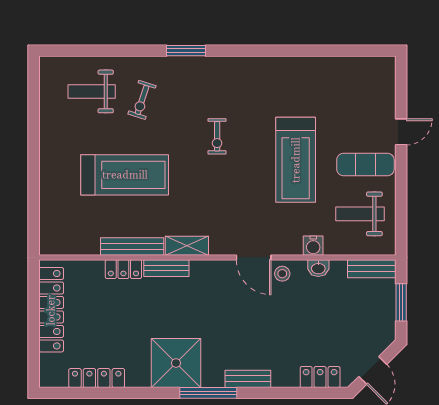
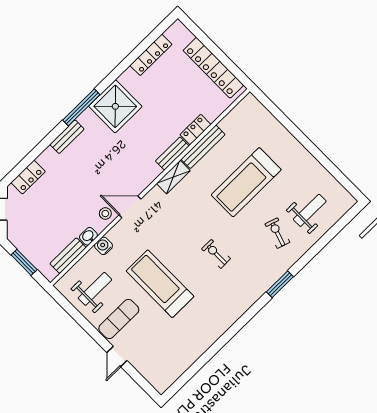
bench: (372, 269) -> (68, 256), moved

